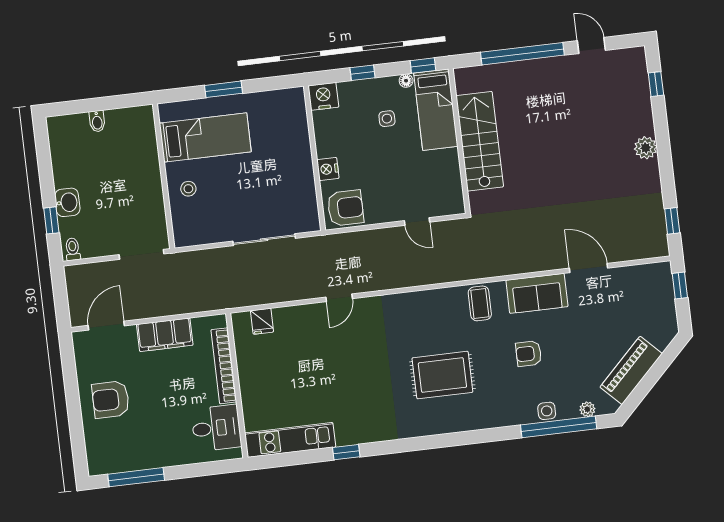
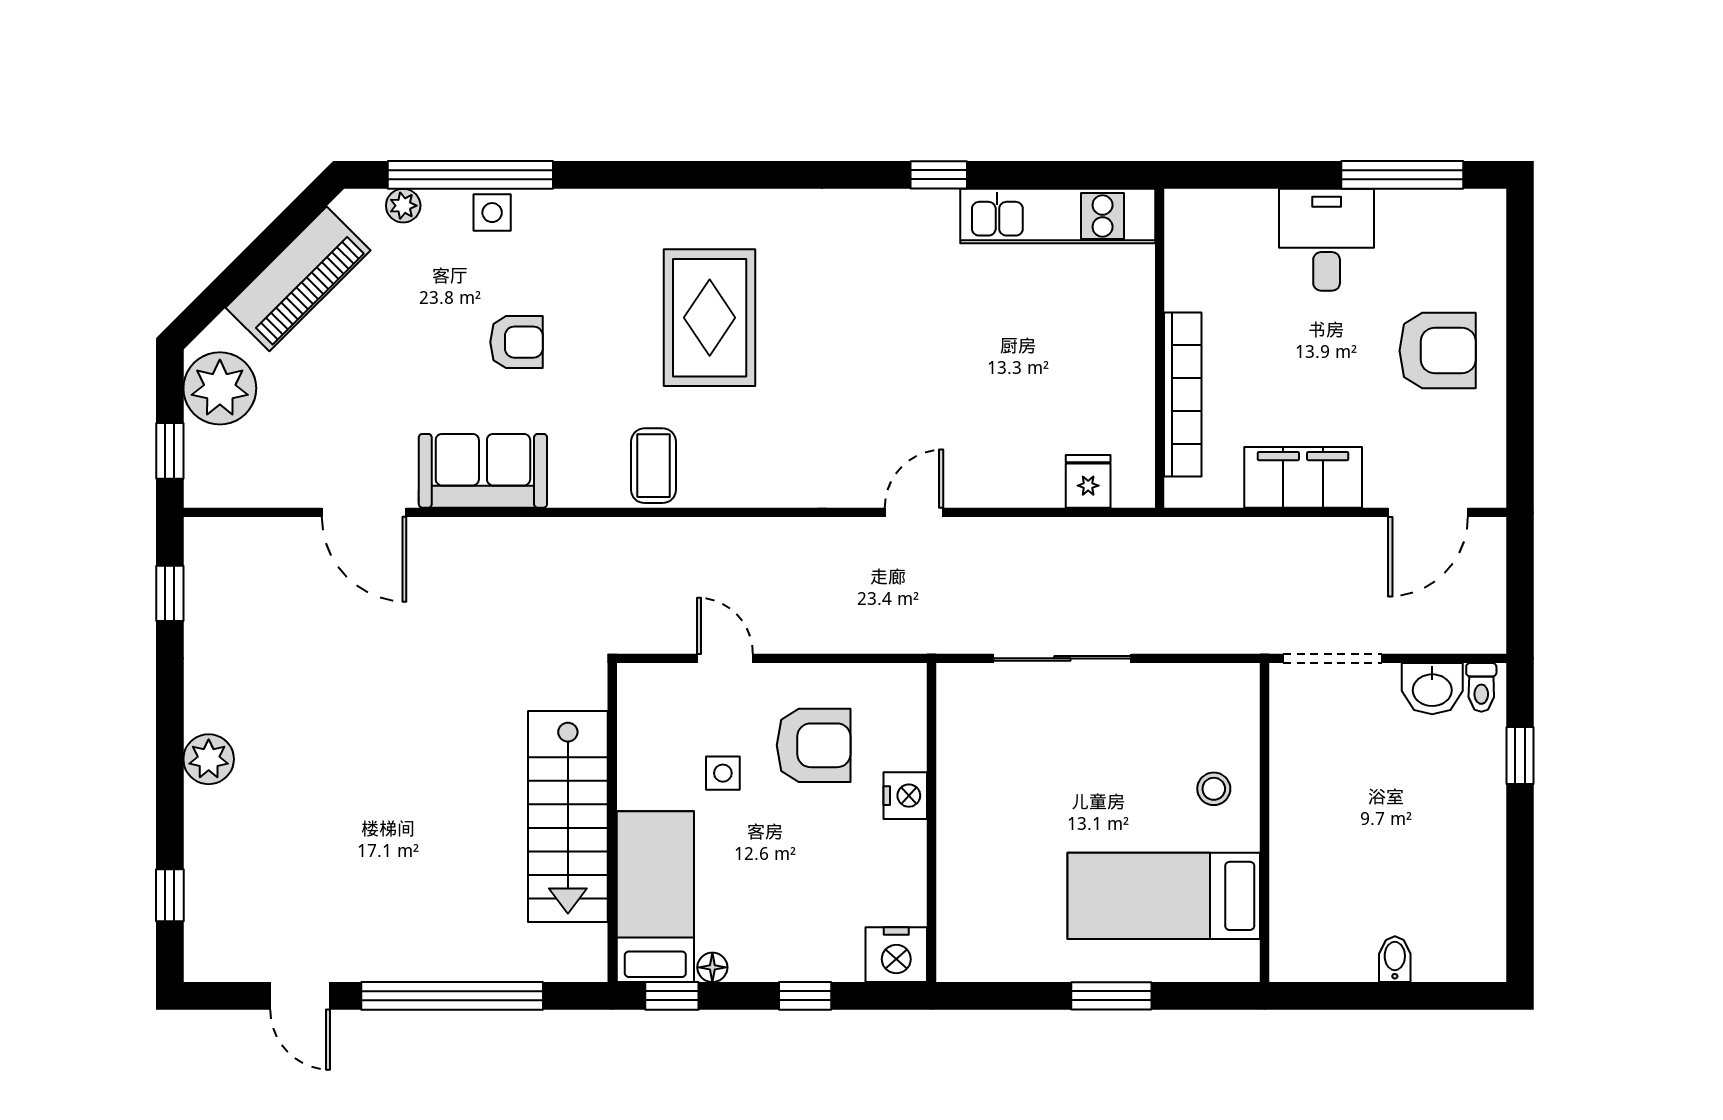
side table: (387, 119) -> (723, 773), moved
washbasin: (67, 202) -> (1432, 689), moved, turned -90
armchair: (345, 208) -> (814, 745), moved, turned 180
coffee table: (480, 303) -> (653, 466), moved
plant: (661, 317) -> (220, 388), added
rug: (442, 375) -> (710, 318), turned 90
desk: (216, 428) -> (1327, 240), moved, turned 90

